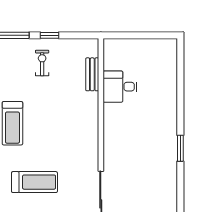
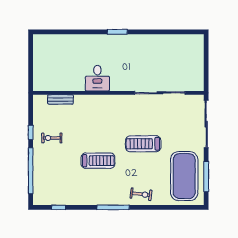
desk: (120, 87) -> (97, 78), moved
treadmill: (34, 182) -> (143, 144), turned -90

